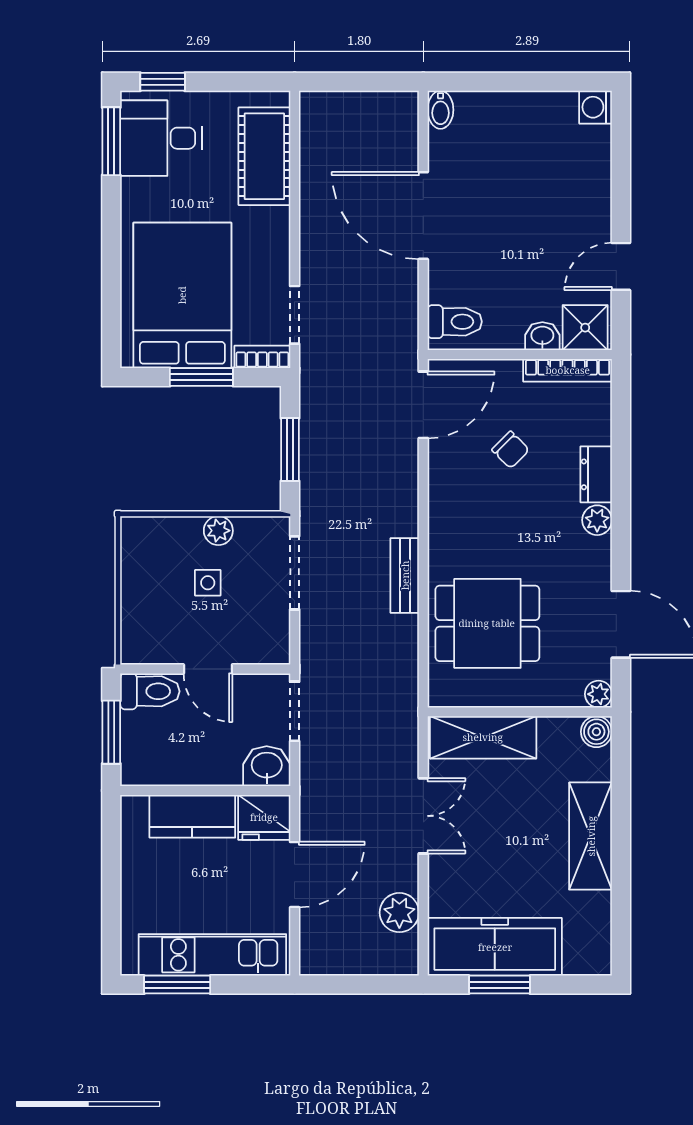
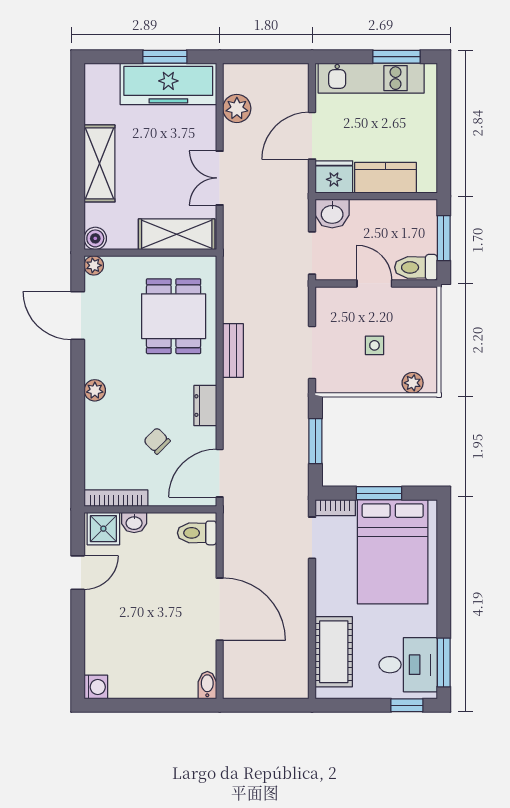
dresser: (596, 474) -> (205, 406), moved, turned 180
plant: (218, 531) -> (413, 383), moved
dining table: (487, 623) -> (174, 316), turned 90

